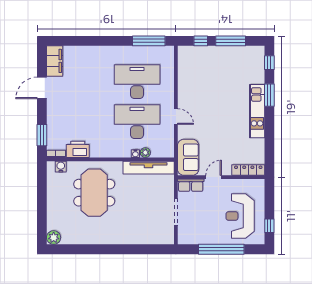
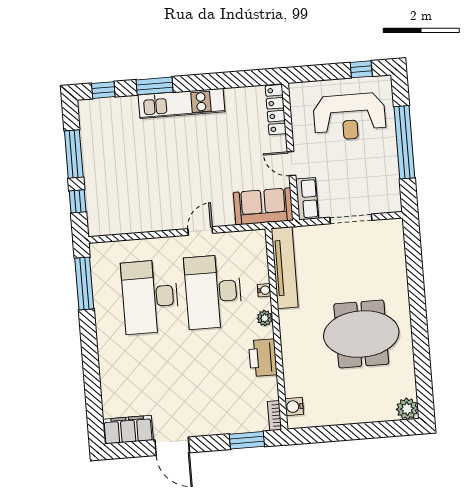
printer: (78, 149) -> (263, 358), moved
plant: (145, 153) -> (265, 318), moved
meeting table: (94, 193) -> (361, 334), moved

